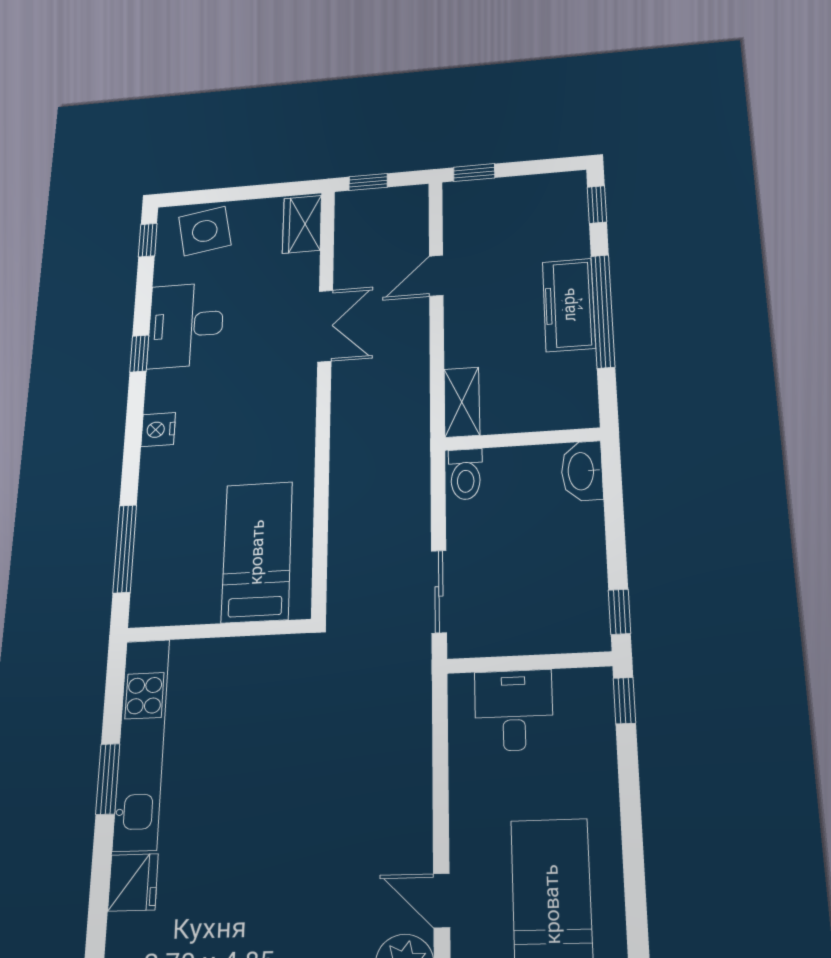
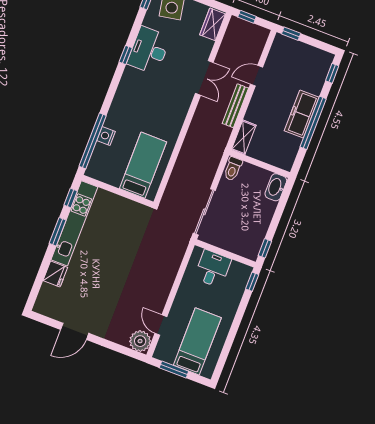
bench: (416, 349) -> (235, 106), added
nightstand: (158, 430) -> (106, 136), moved
window: (125, 549) -> (93, 141), width x1.46
sliding door: (439, 591) -> (204, 212), width x1.37
window: (114, 690) -> (71, 198), added

